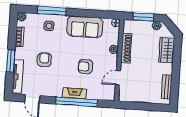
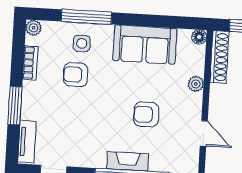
shoe rack: (126, 48) -> (219, 57), moved
armchair: (44, 60) -> (76, 75), moved, turned -90
tv unit: (18, 77) -> (27, 142), width x0.71
door: (118, 78) -> (204, 133), swing flipped

